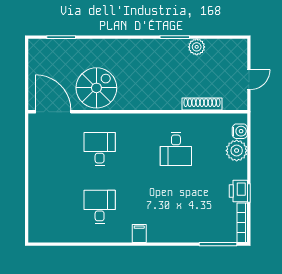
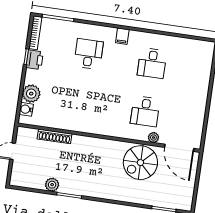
plant: (85, 120) -> (153, 137), added
desk: (176, 149) -> (89, 54), moved

